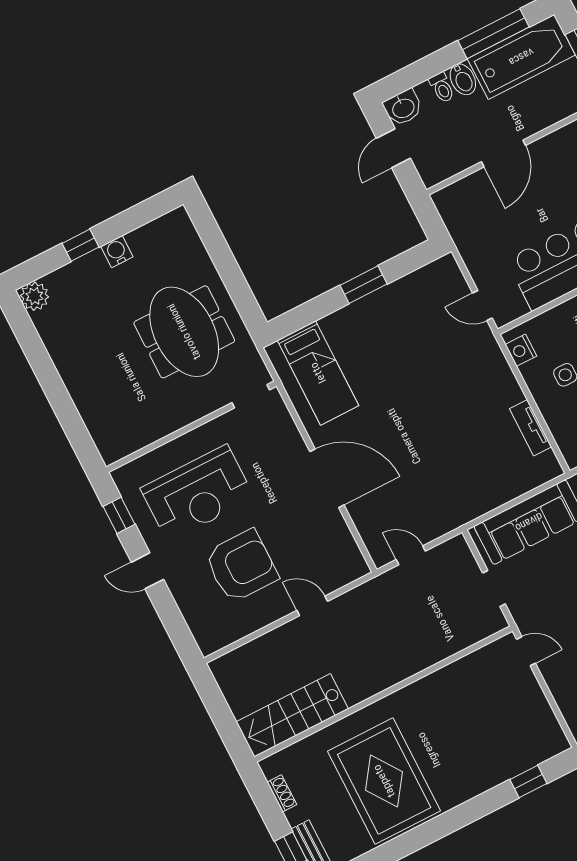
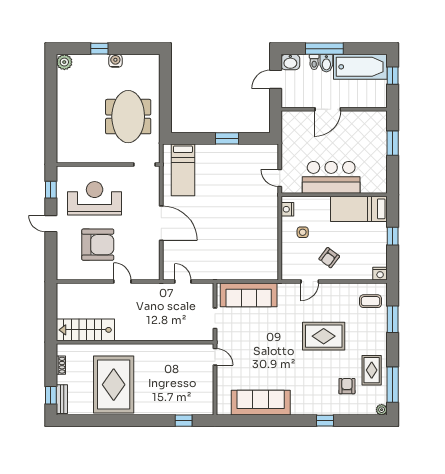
window: (493, 34) -> (324, 49), moved
tv unit: (531, 428) -> (273, 249), removed
reception desk: (197, 493) -> (95, 198), turned 180

